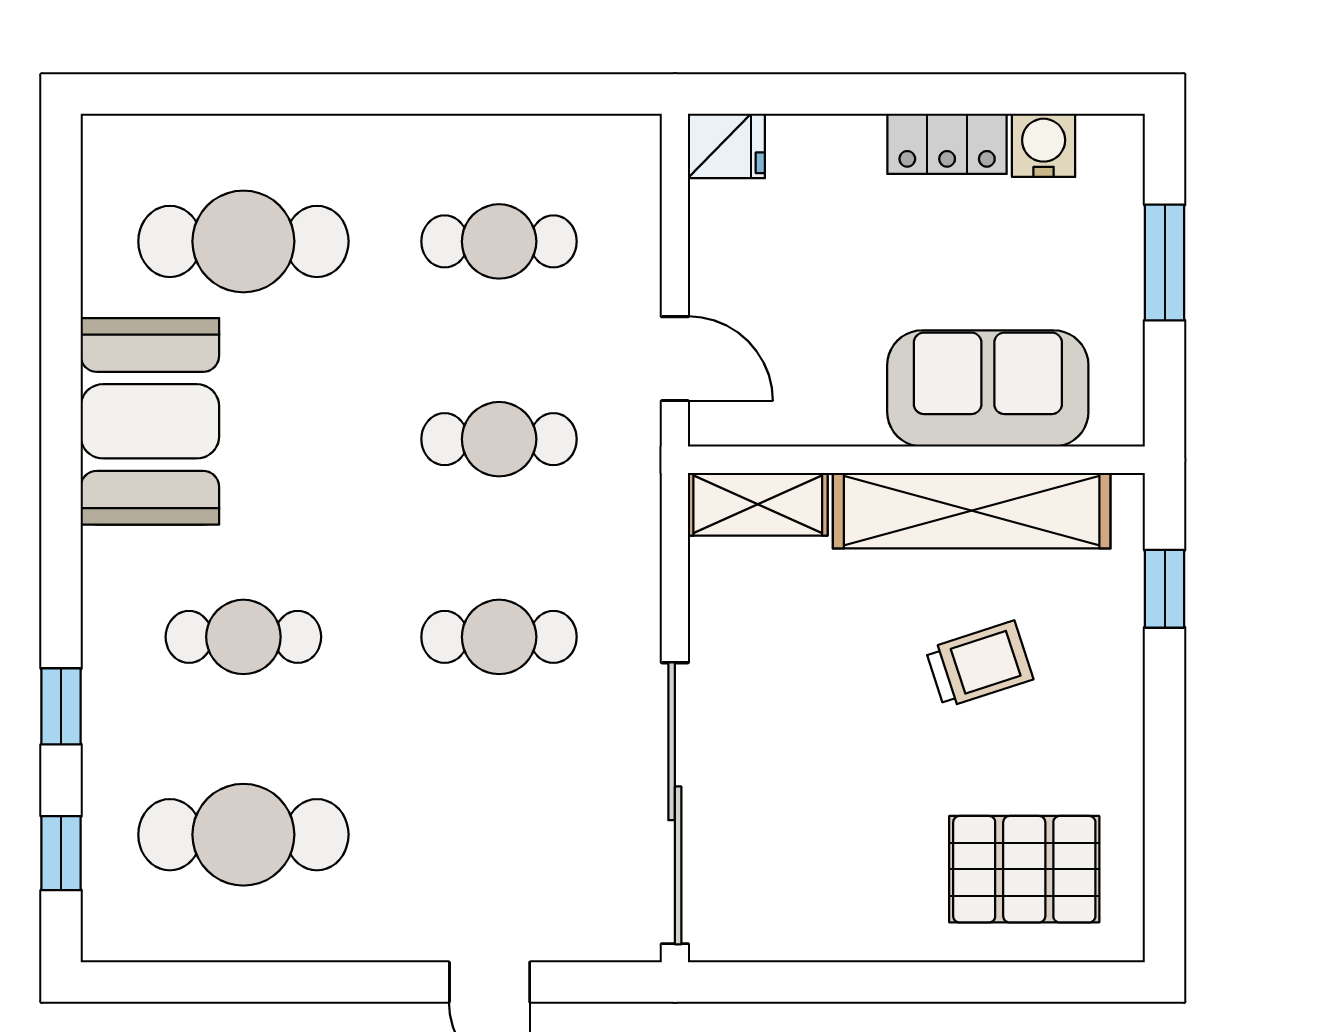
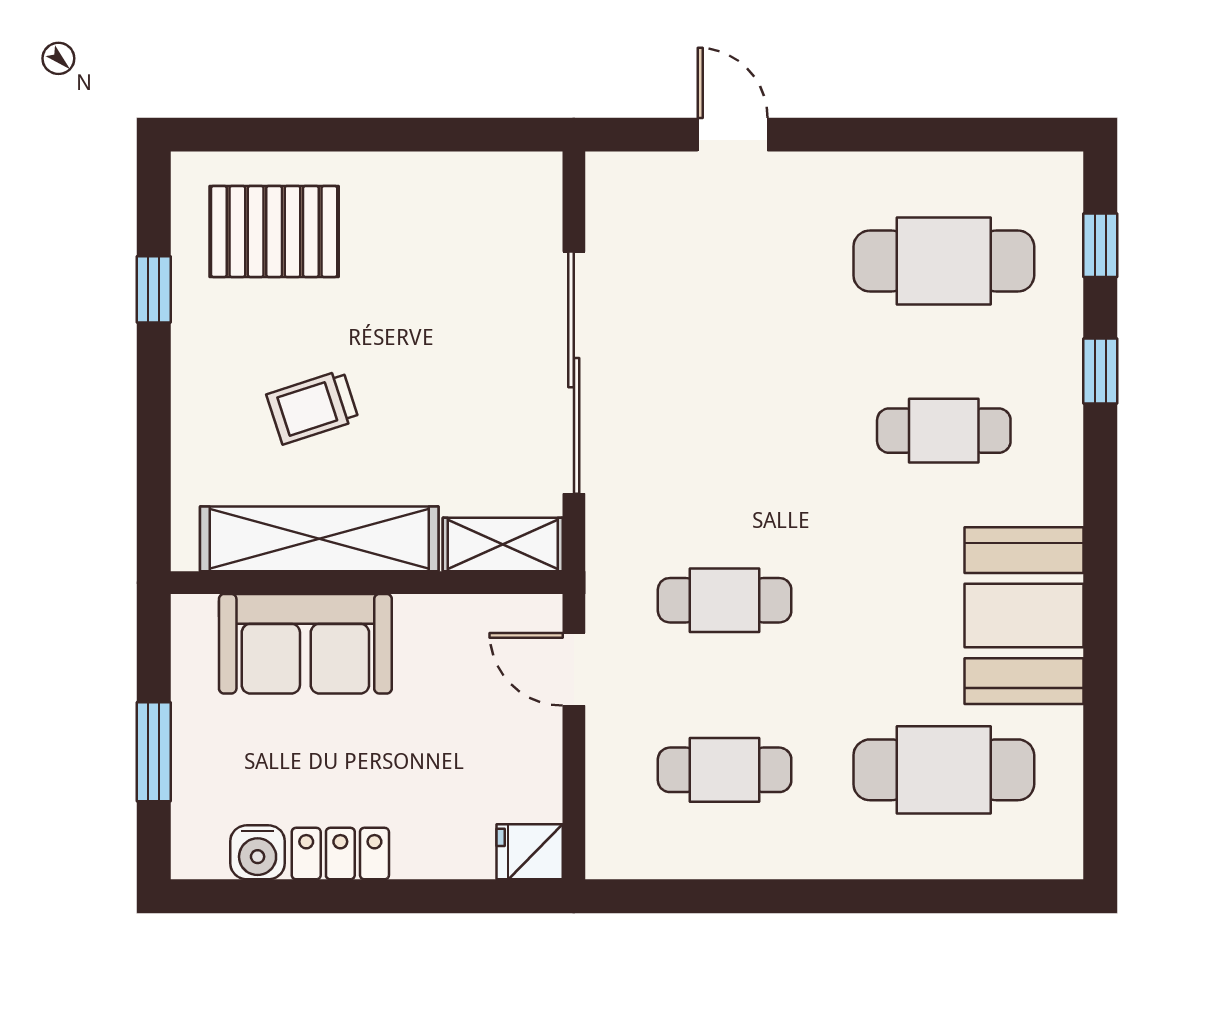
window: (1165, 589) -> (154, 289), moved
cafe table: (499, 637) -> (725, 431), removed
sliding door: (675, 803) -> (574, 373), moved

